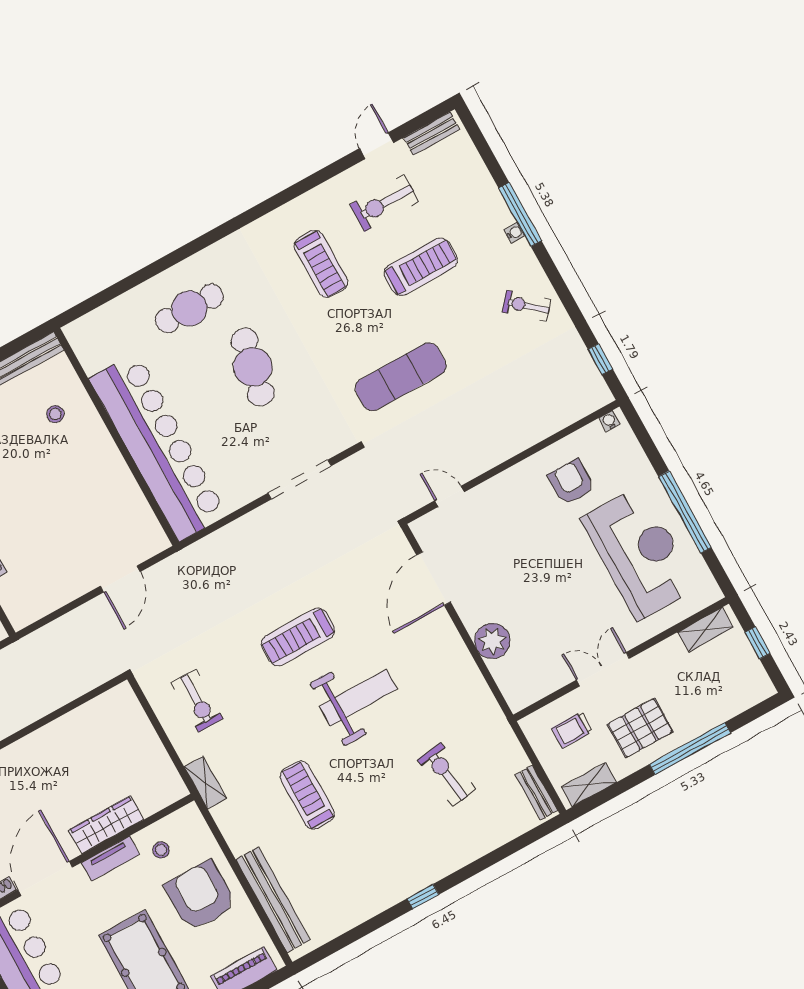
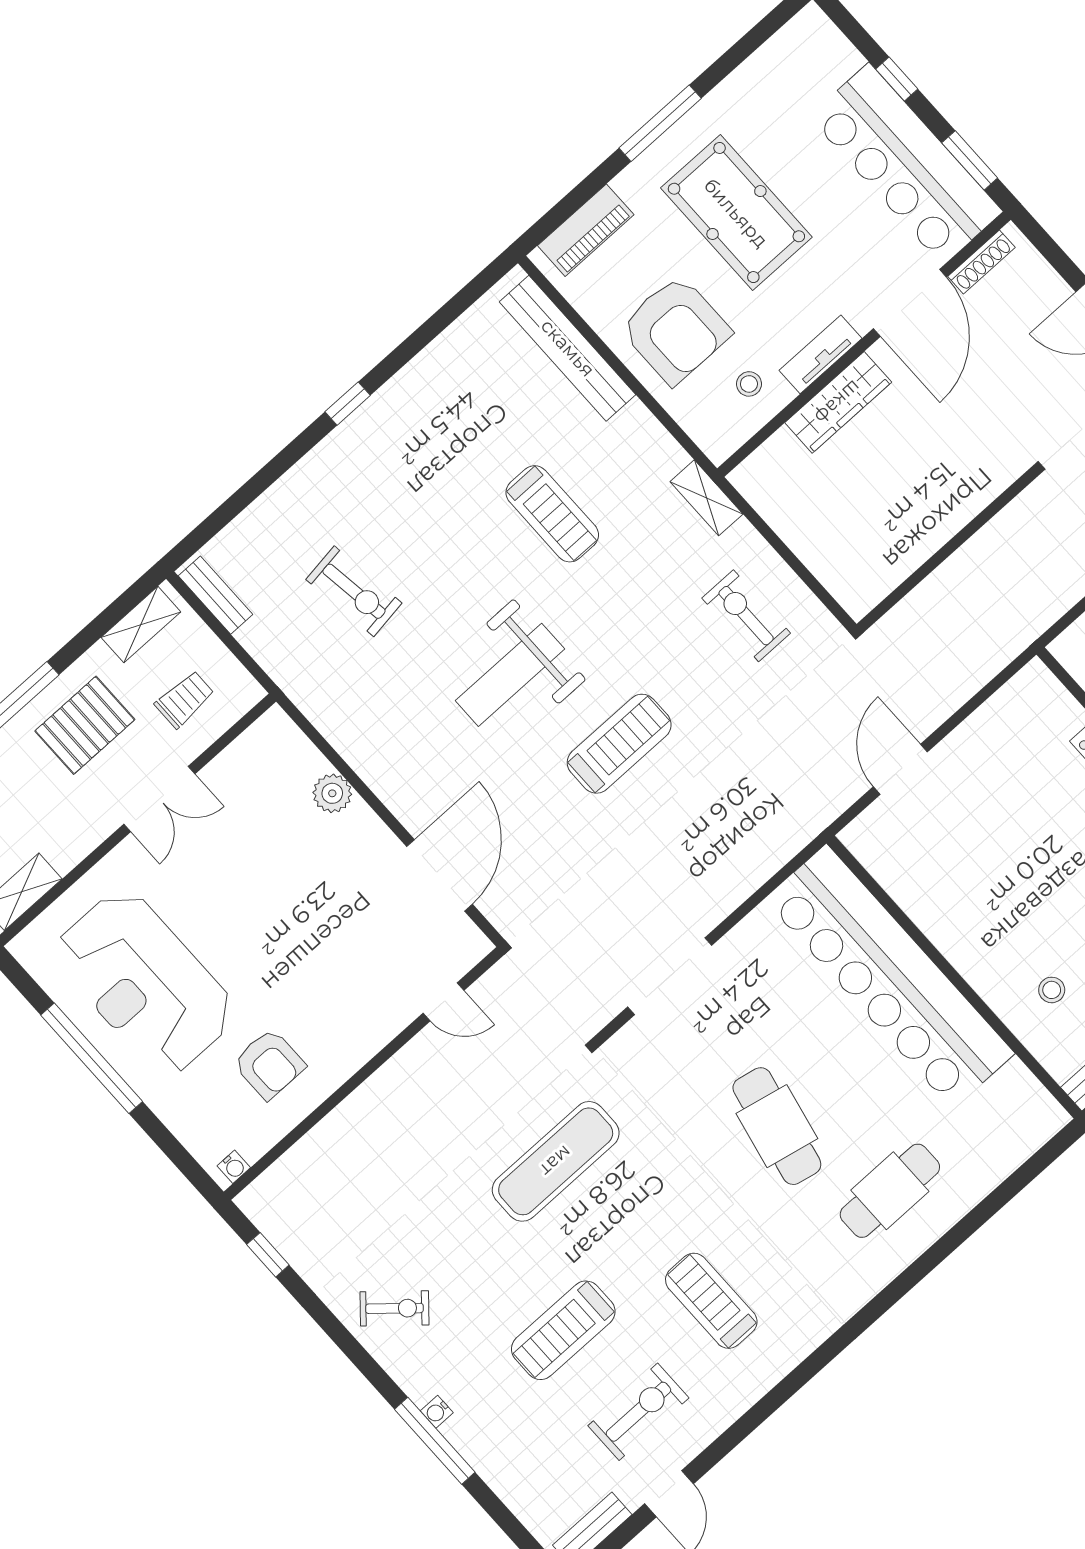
plant: (492, 641) -> (332, 793), width x0.73, depth x0.73

